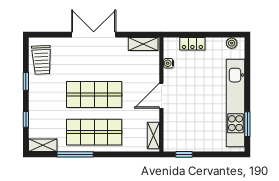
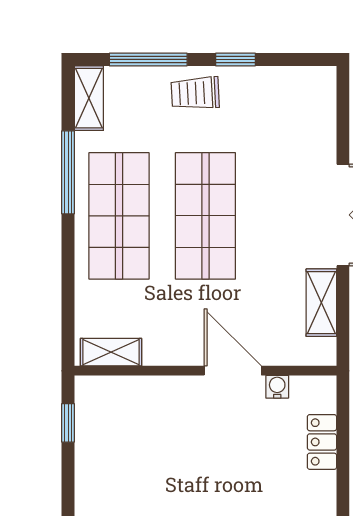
shelving: (143, 44) -> (321, 303), moved
trolley: (42, 60) -> (195, 93), moved, width x0.73, depth x0.72
door: (161, 96) -> (233, 371), moved
window: (26, 119) -> (148, 59), width x2.17

